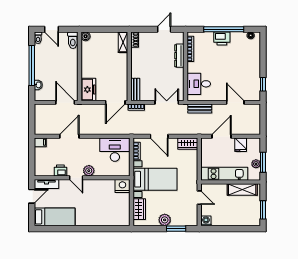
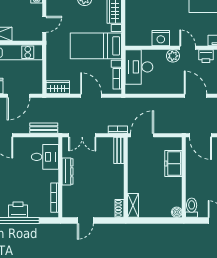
dresser: (179, 56) -> (68, 171), moved
freezer: (88, 89) -> (173, 164), moved
door: (69, 136) -> (196, 96), swing flipped
desk: (115, 150) -> (139, 67), moved, turned 90
nightstand: (122, 186) -> (161, 38), moved
door: (199, 198) -> (44, 24), swing flipped

